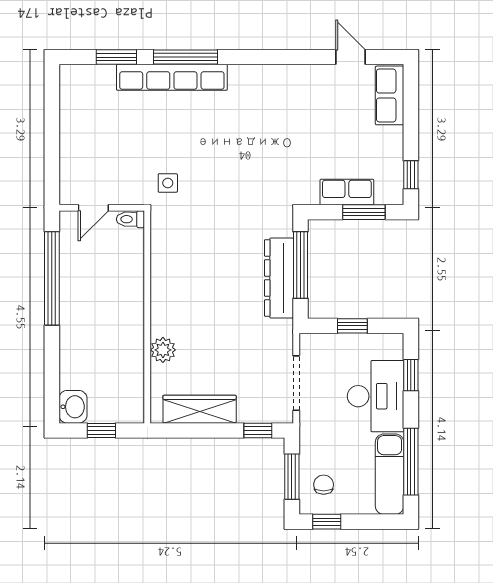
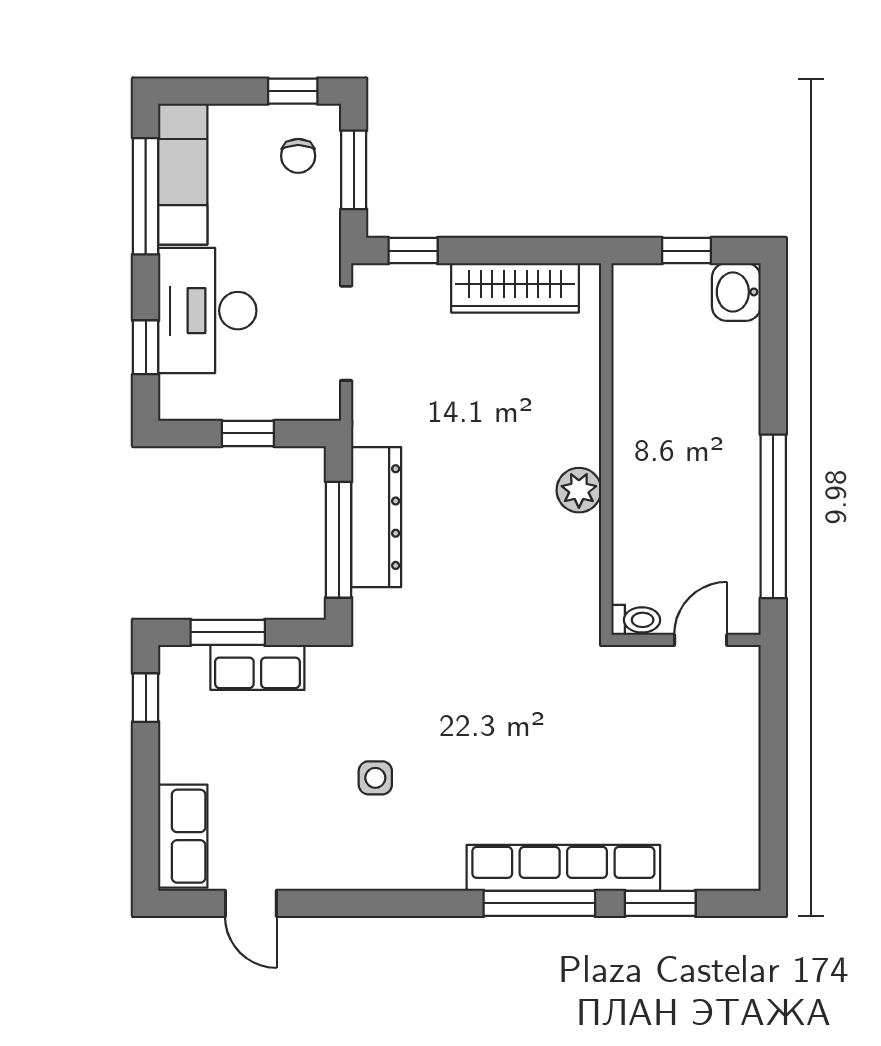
side table: (168, 183) -> (375, 778), moved
plant: (163, 350) -> (579, 490), moved

